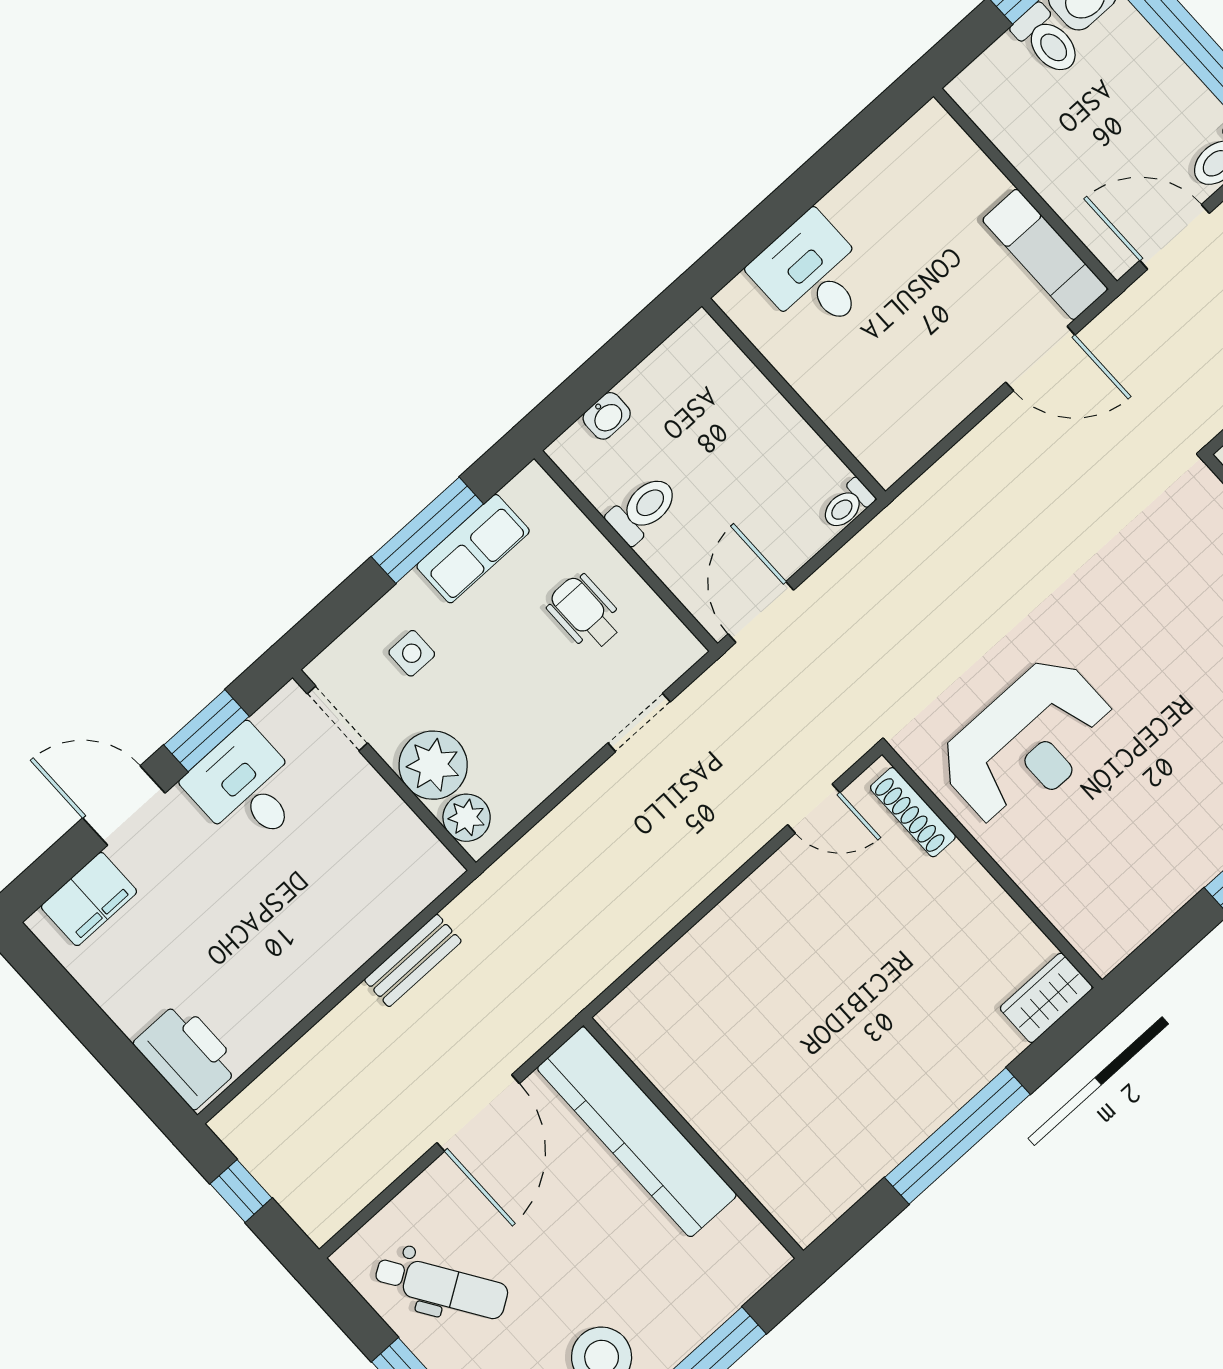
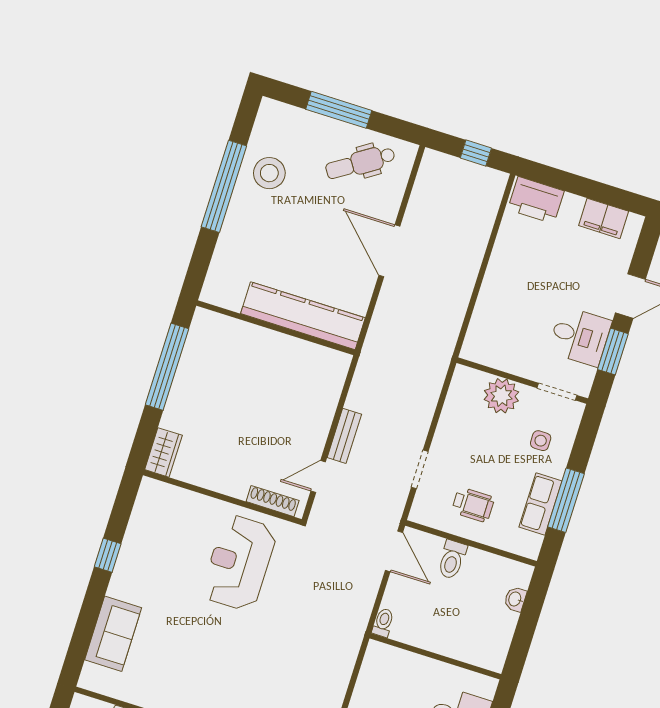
toilet: (643, 509) -> (452, 560), moved
plant: (467, 818) -> (473, 381), removed
filing cabinet: (89, 899) -> (604, 218), moved, turned -90
bench: (413, 960) -> (344, 436), moved
kitchen counter: (637, 1132) -> (303, 316), moved
wall: (693, 1138) -> (276, 328), moved

